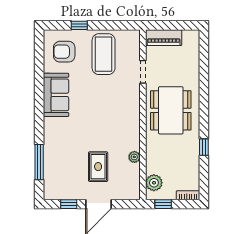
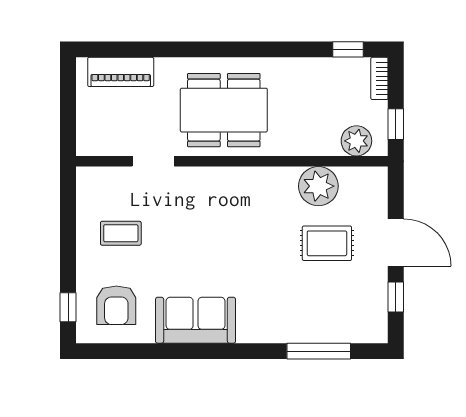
window: (79, 25) -> (68, 307), moved
piano: (164, 38) -> (121, 72), moved, turned 90
coffee table: (104, 54) -> (121, 233), width x0.54, depth x0.58
window: (204, 147) -> (348, 49), moved
plant: (134, 157) -> (318, 186), width x1.87, depth x1.87

